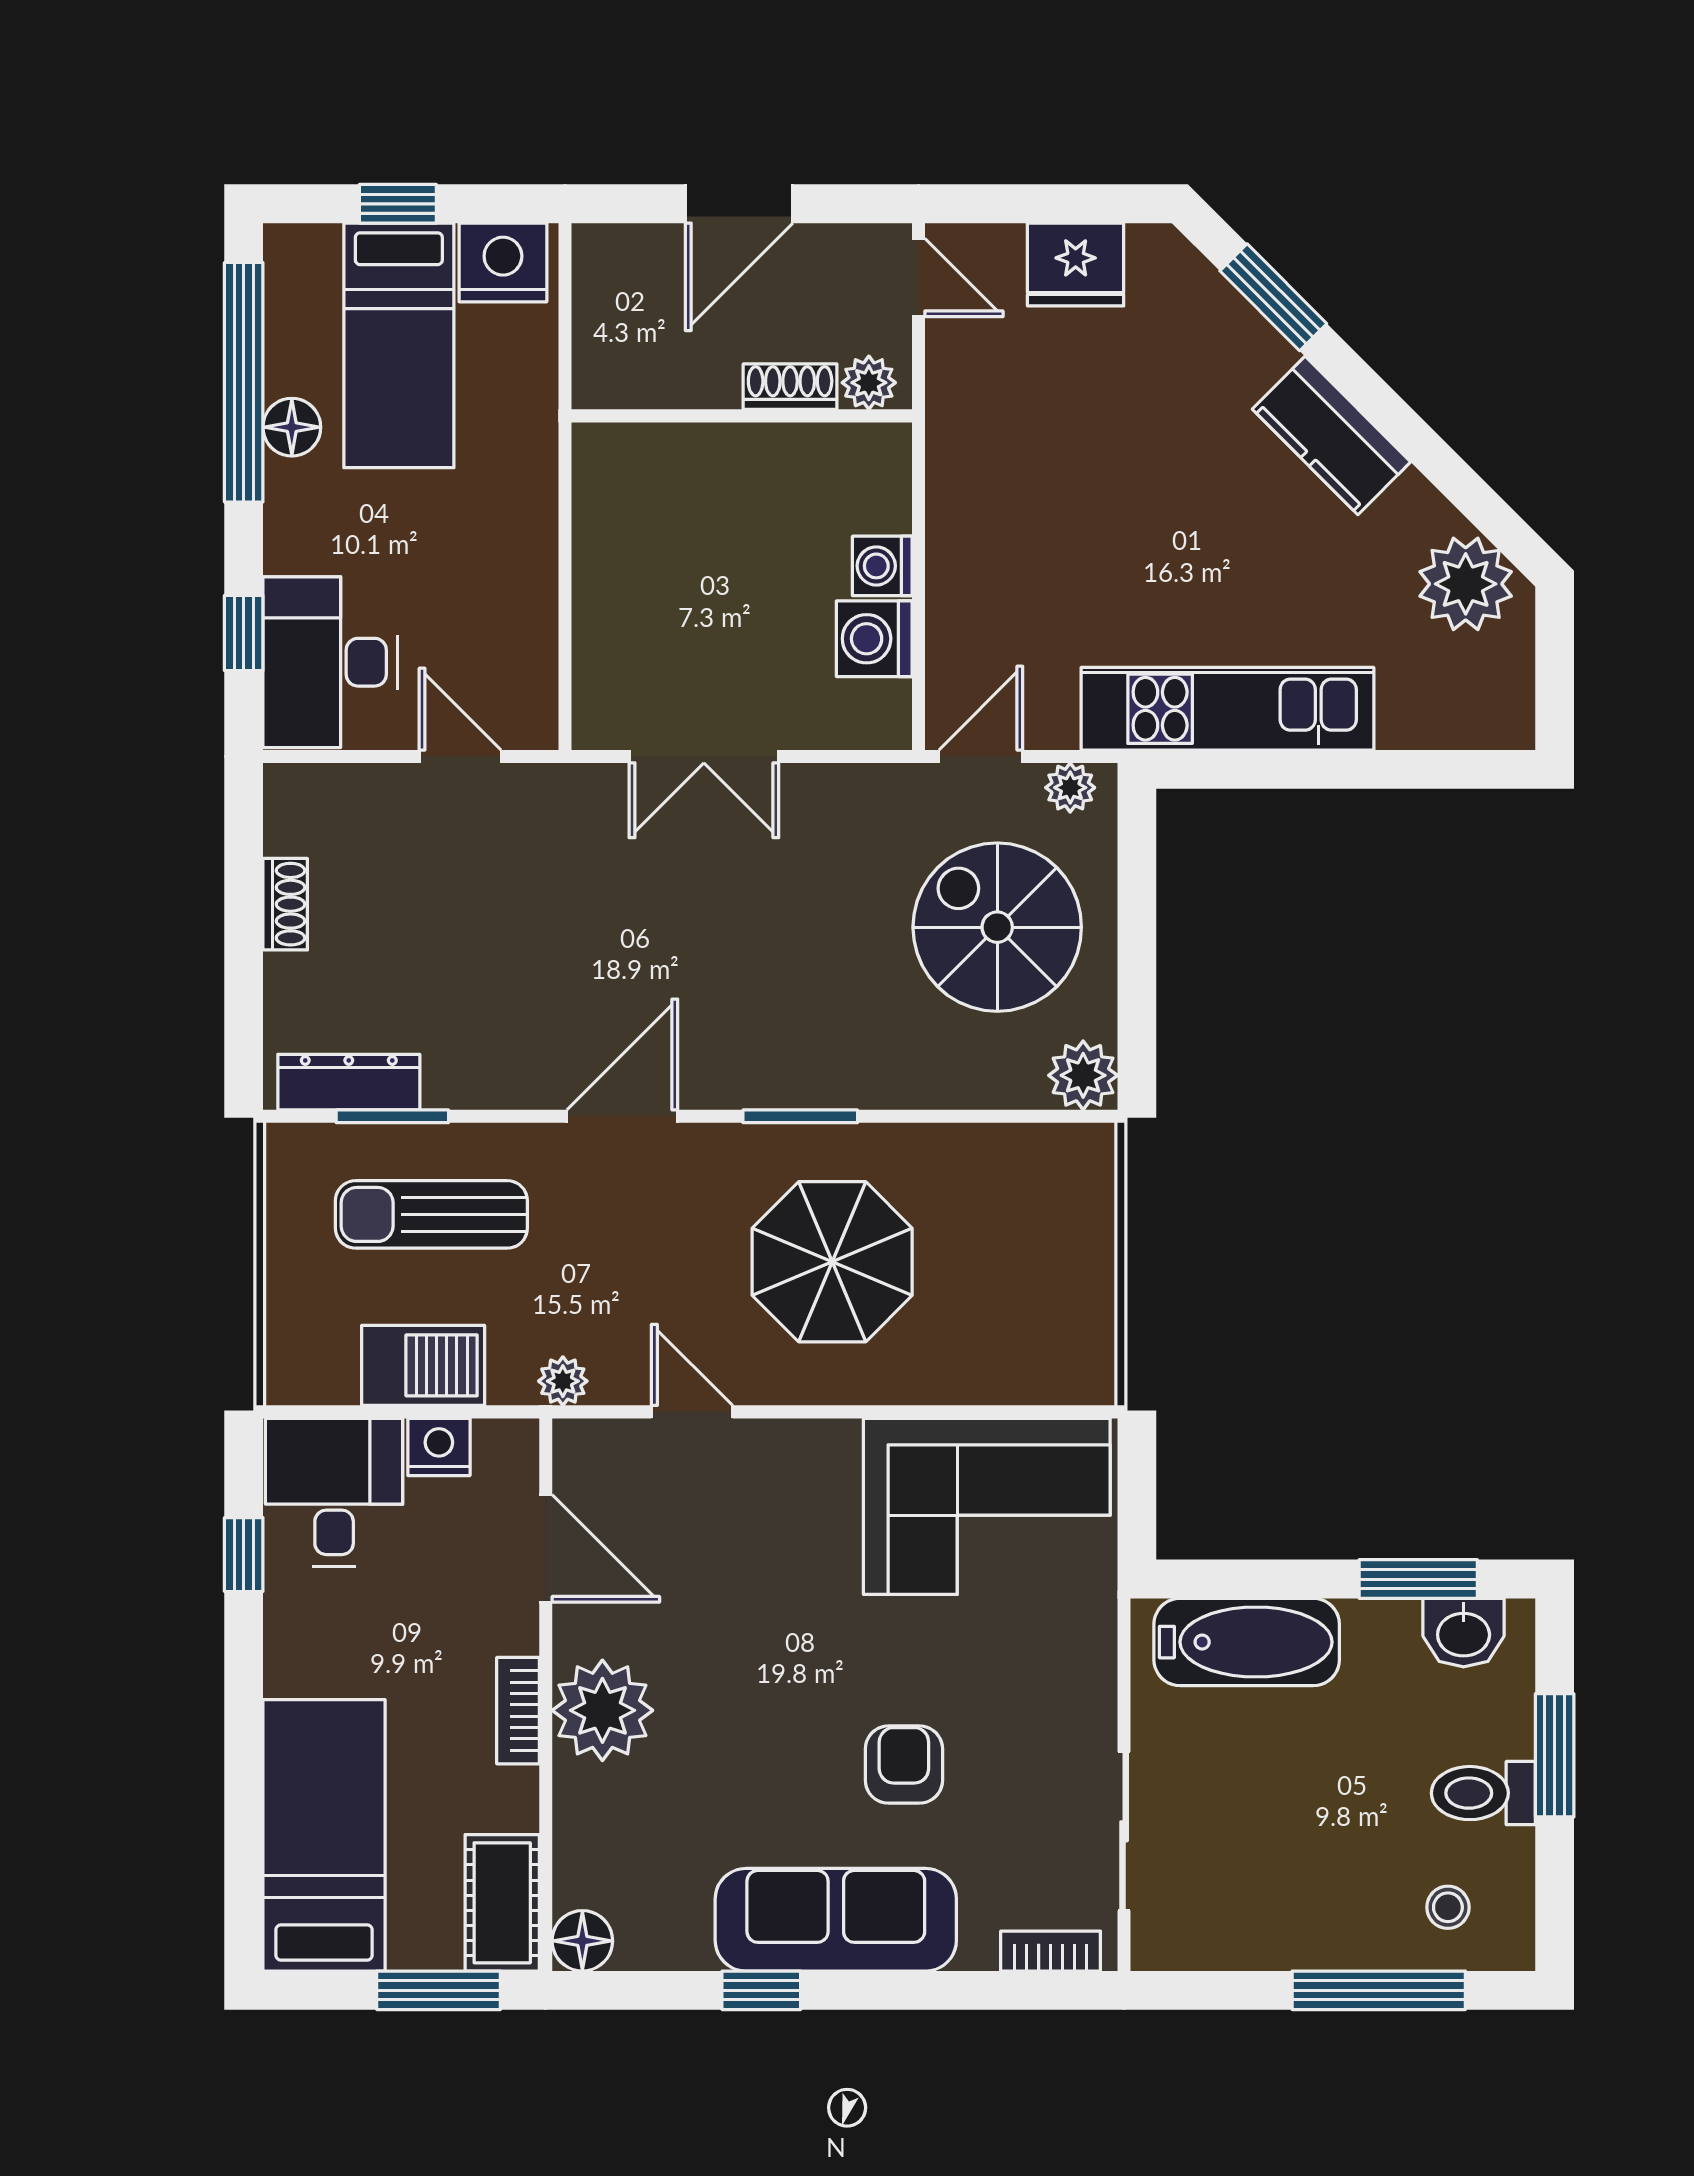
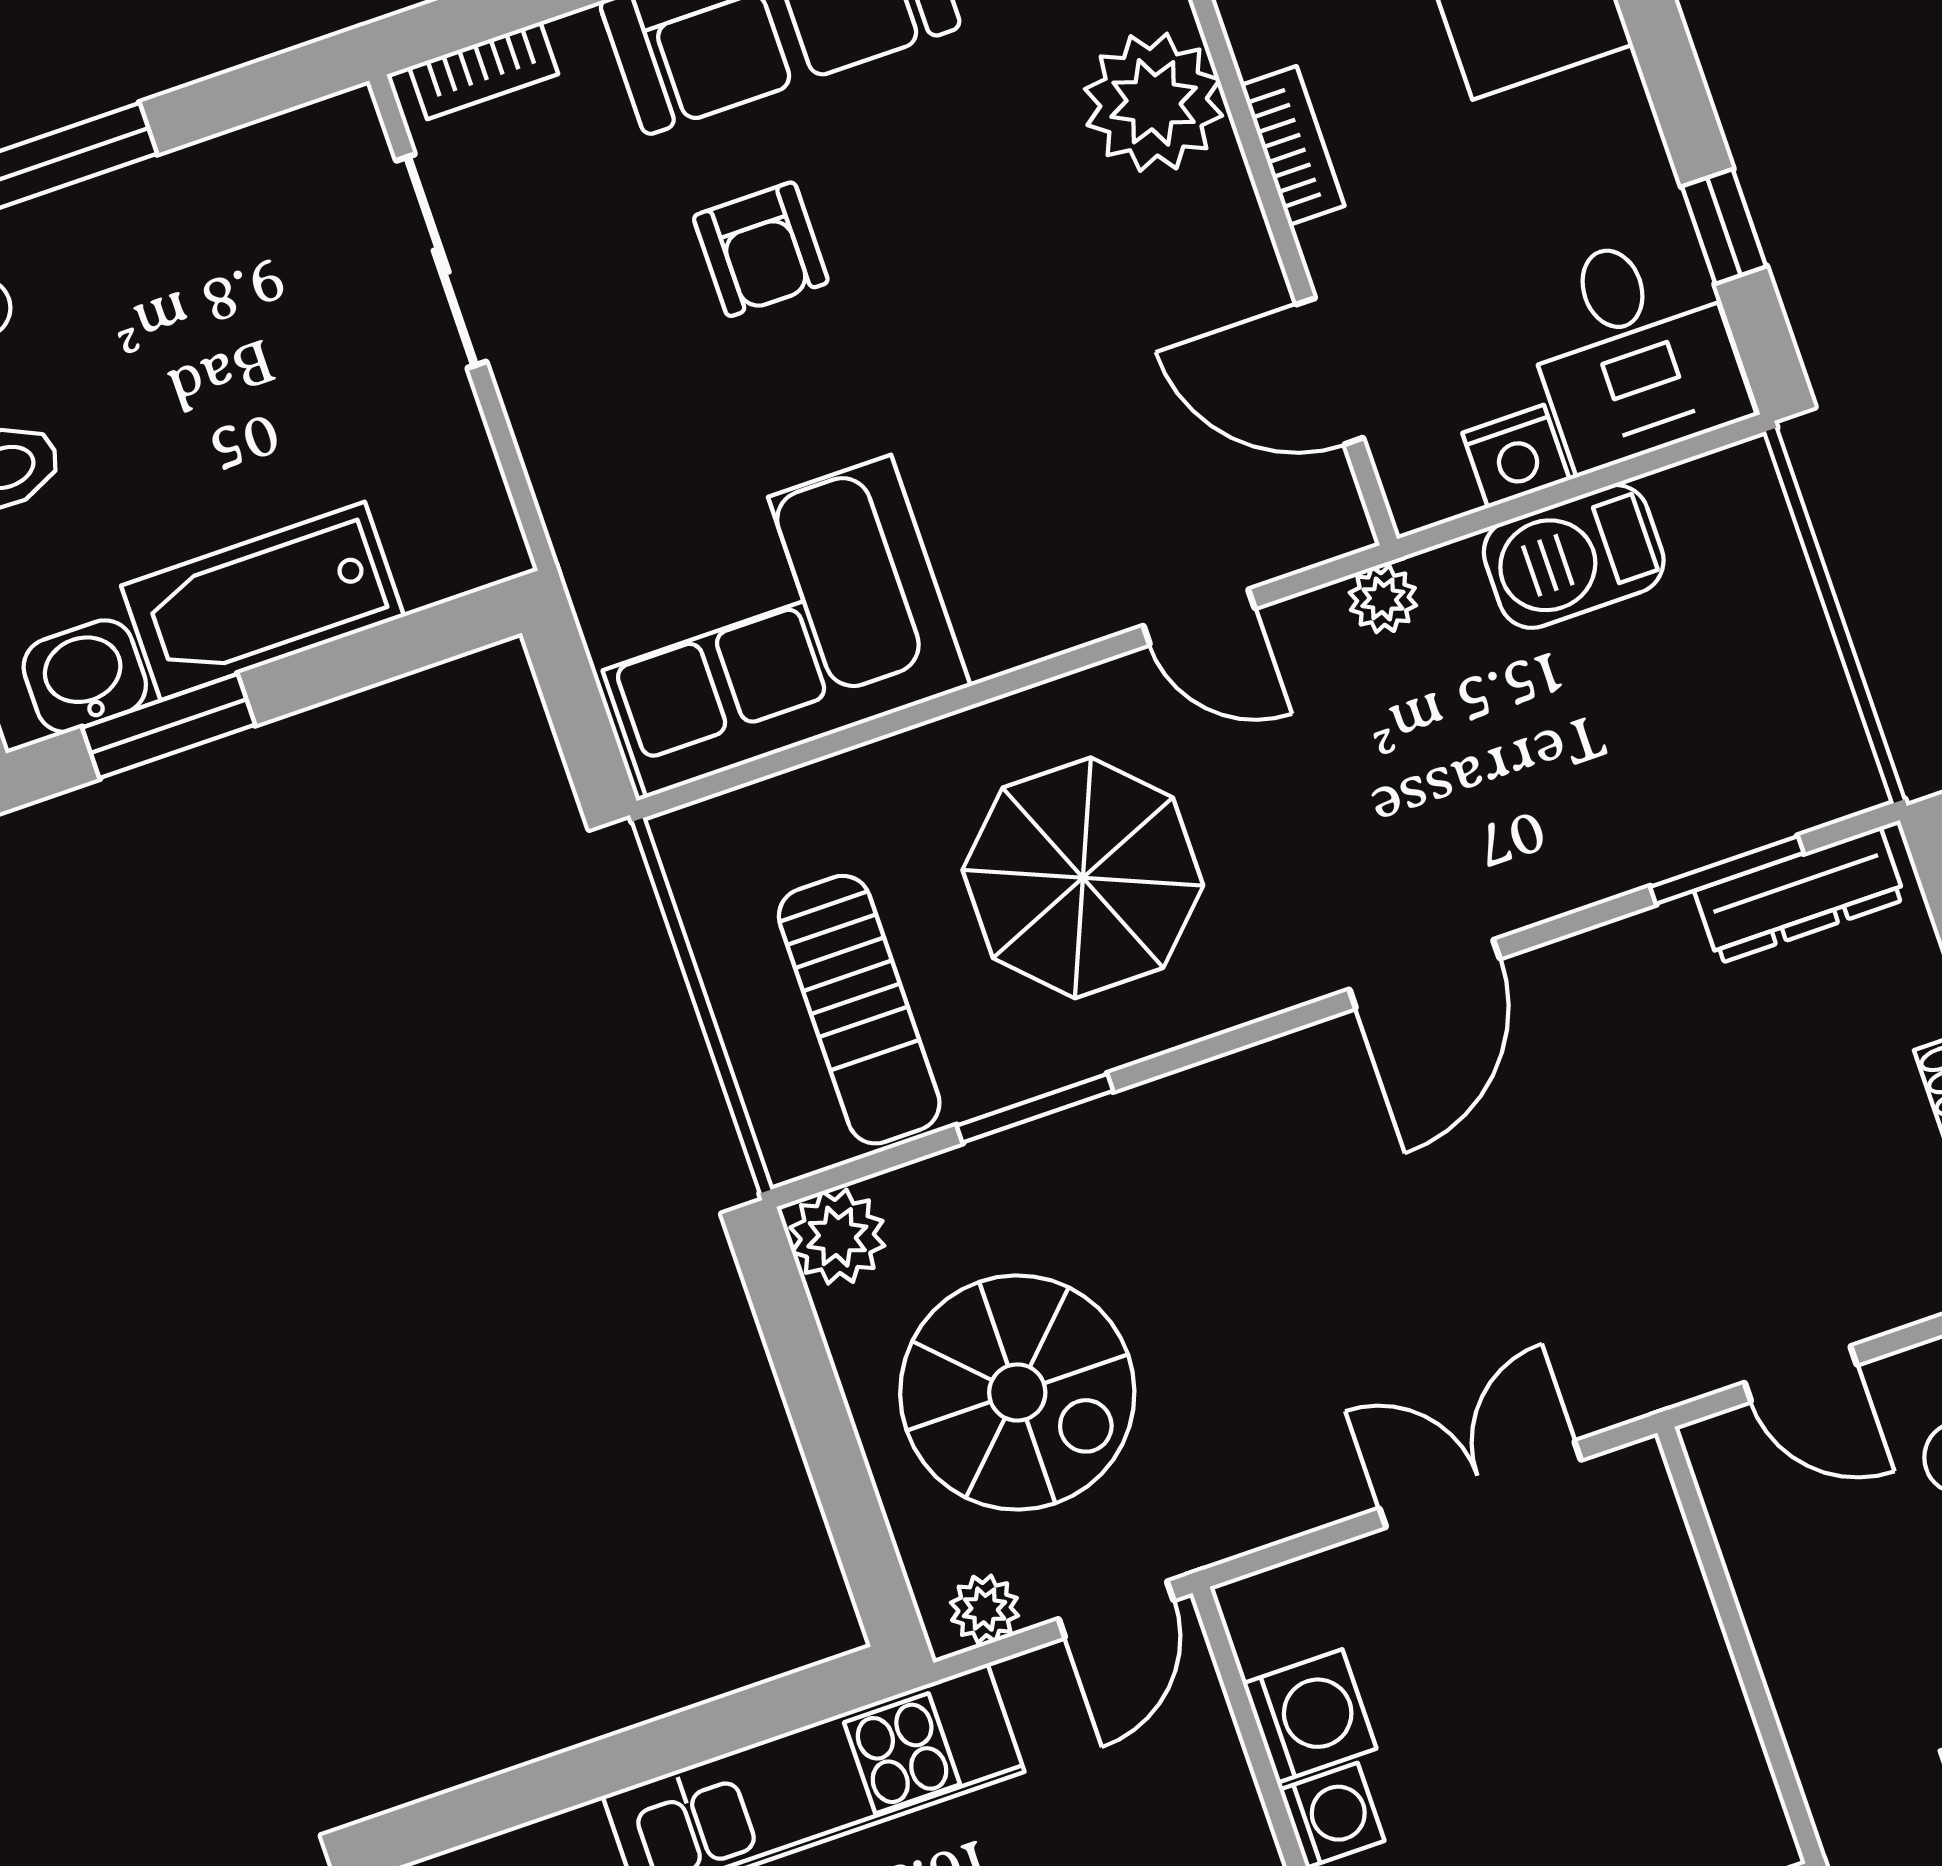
window: (800, 1116) -> (1035, 1108), moved
sun lounger: (431, 1214) -> (859, 1010), moved, turned 90
bathtub: (1247, 1642) -> (263, 601), moved
plant: (602, 1710) -> (1154, 102), moved

